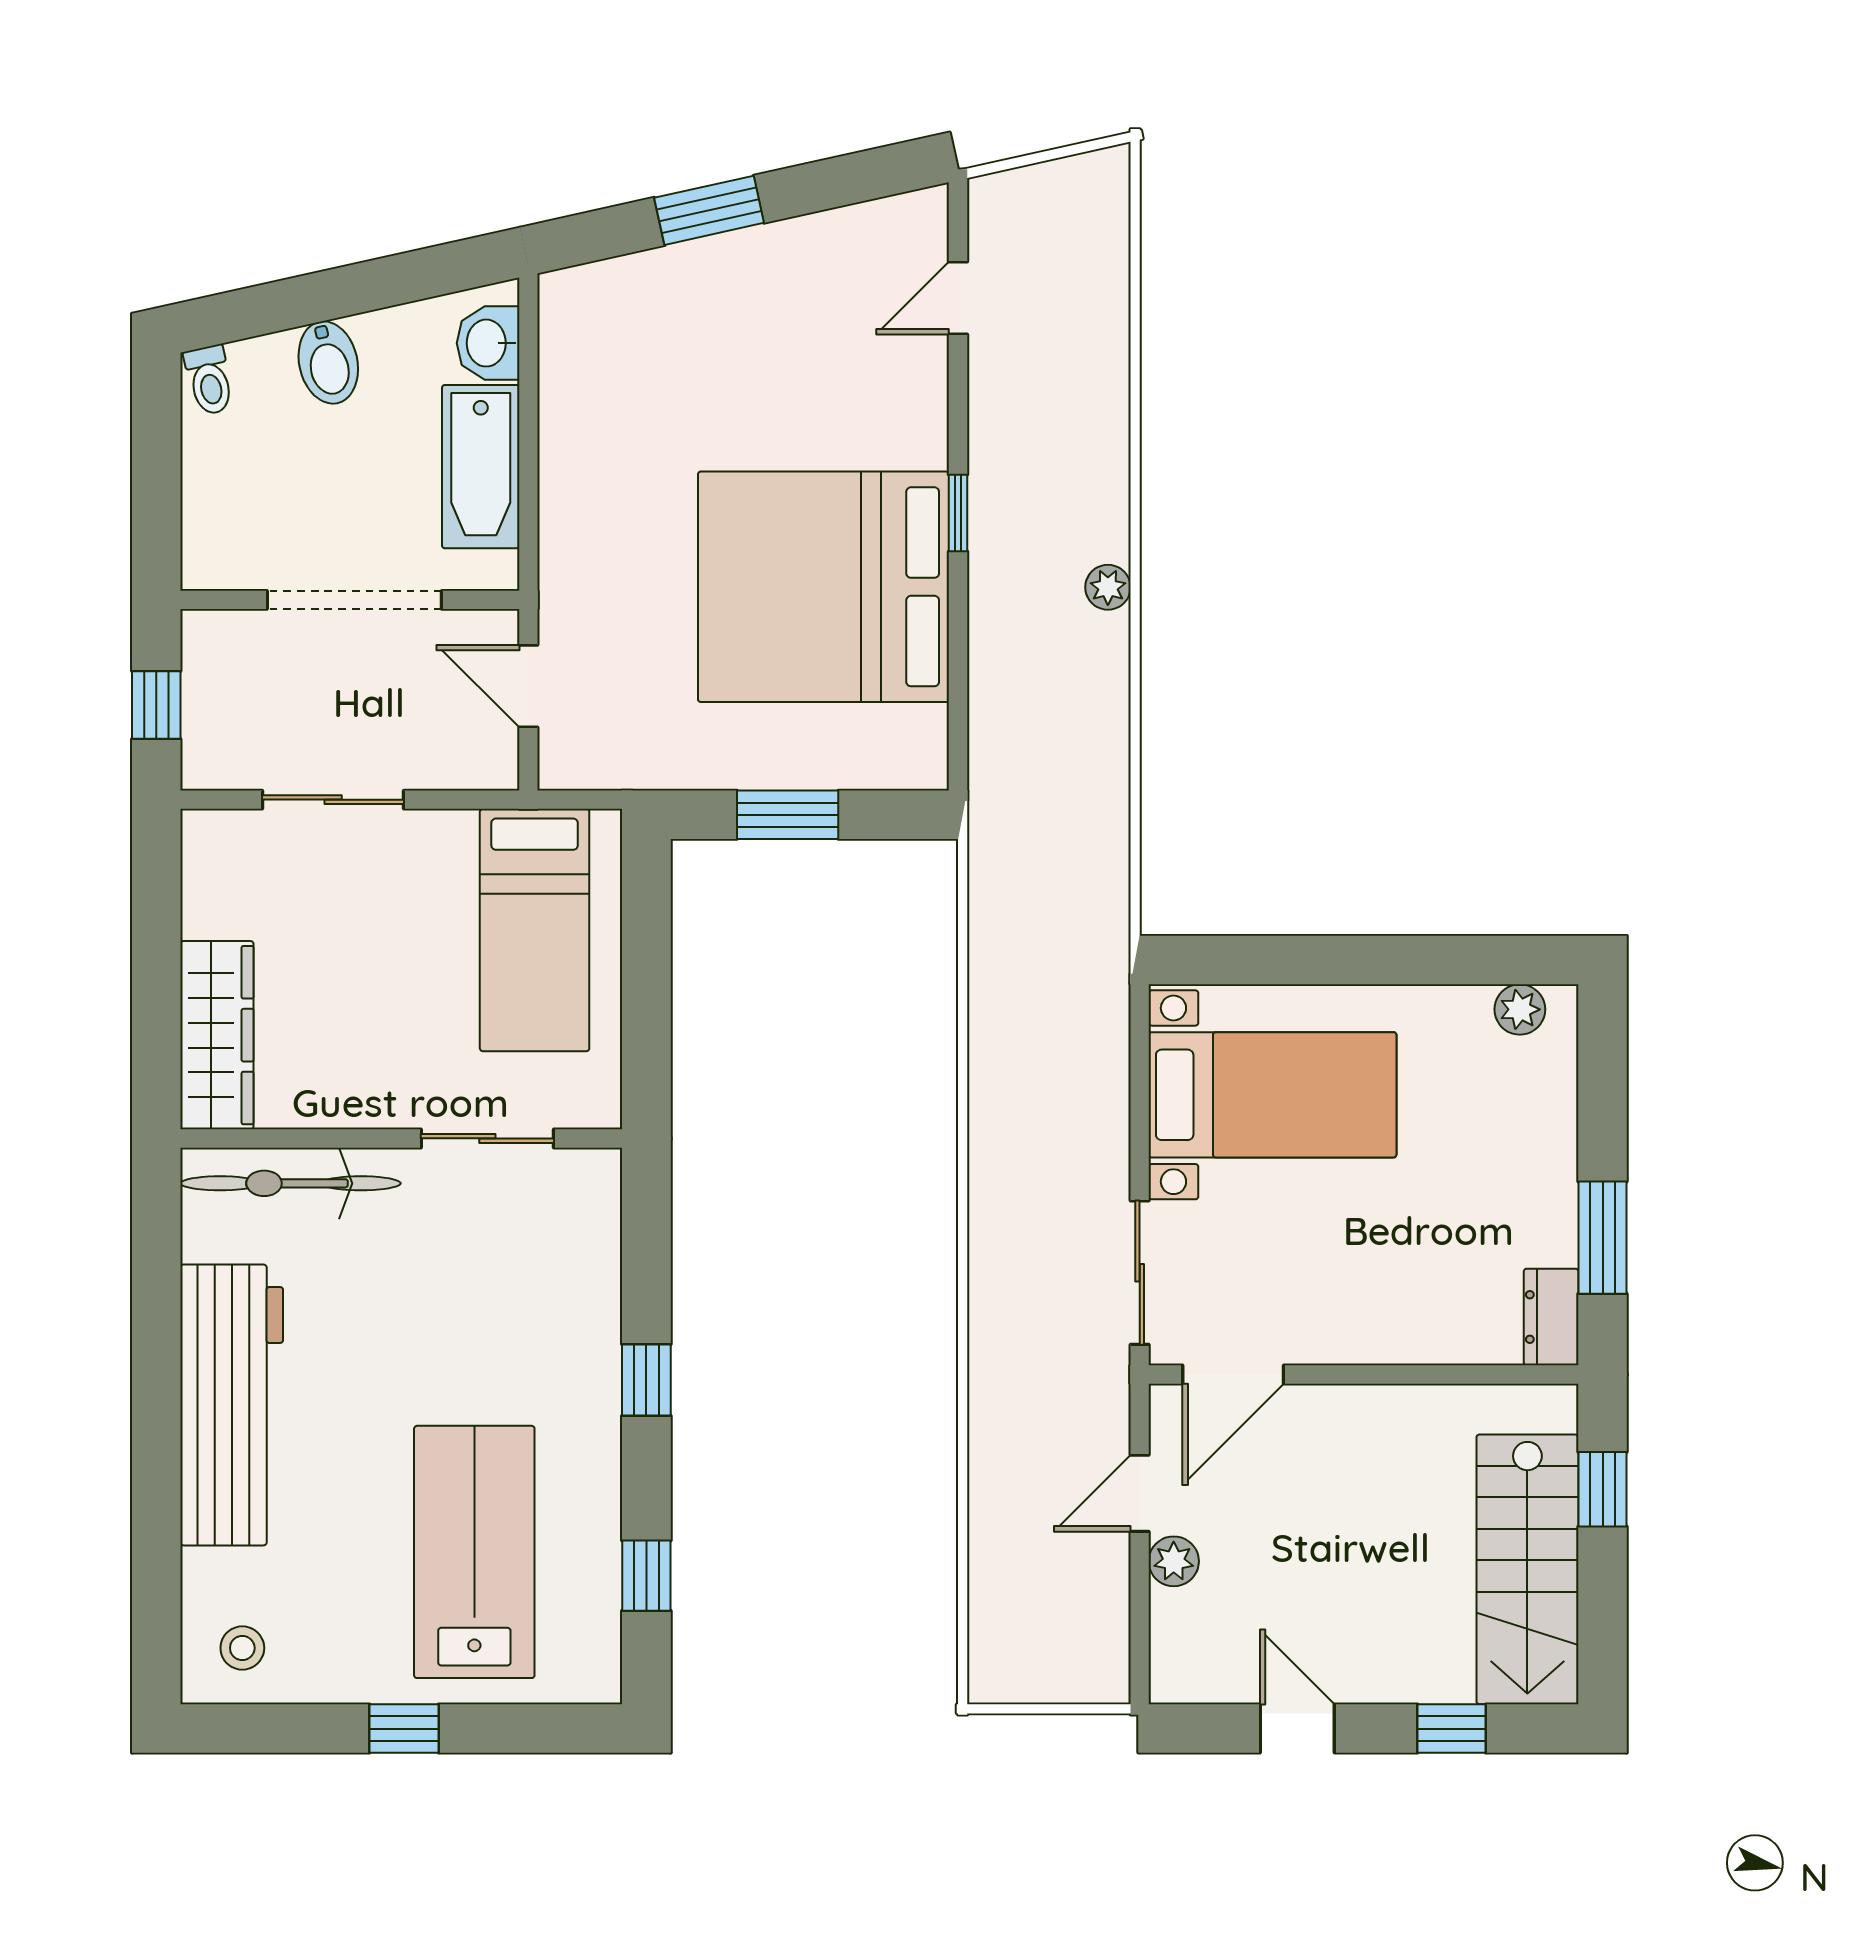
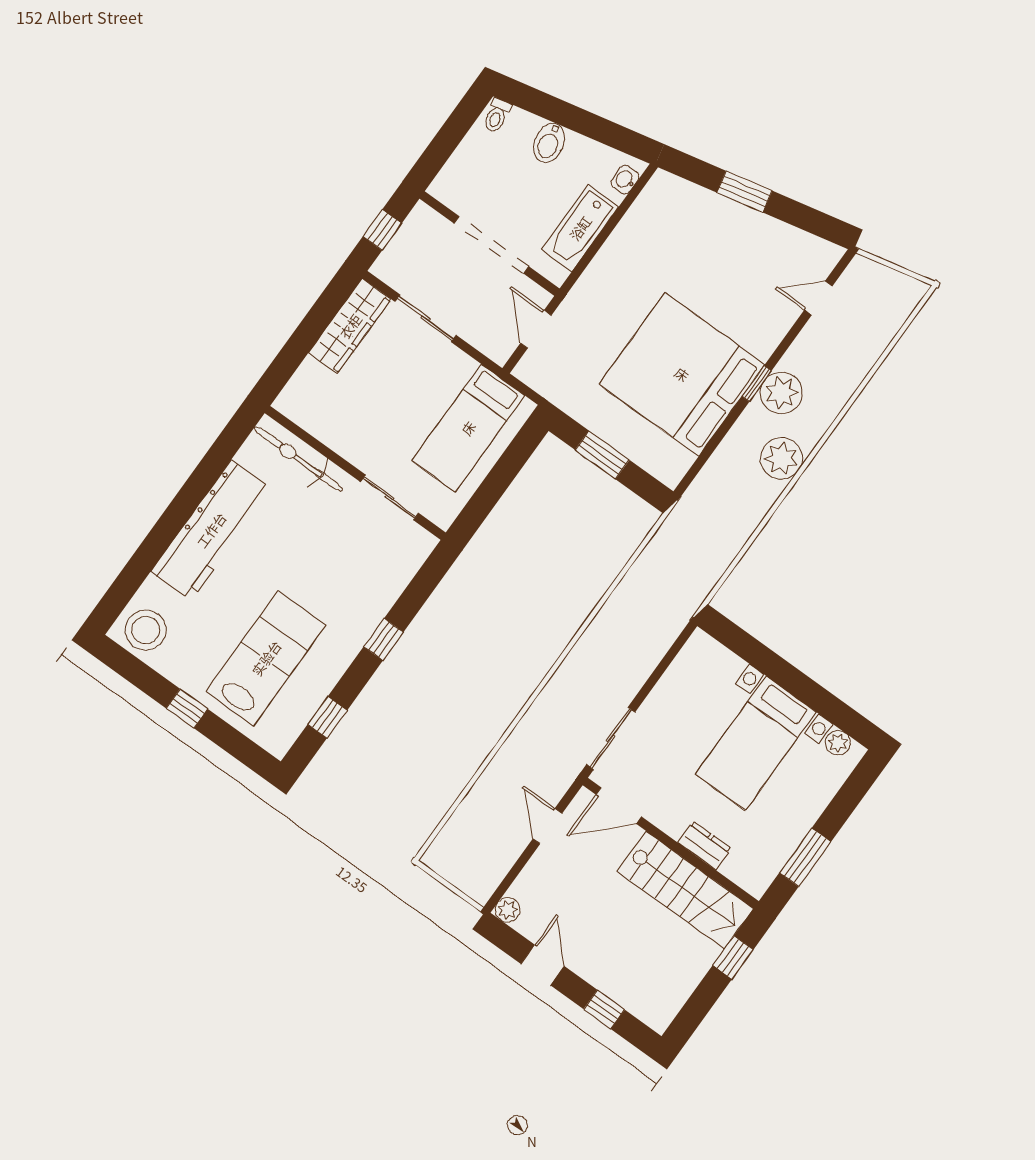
washbasin: (488, 343) -> (625, 180), width x0.72, depth x0.69
plant: (1010, 499) -> (781, 393), added
plant: (1108, 587) -> (781, 458), width x1.88, depth x1.88
wardrobe: (217, 1035) -> (350, 326), moved
bed with nightstands: (1272, 1095) -> (756, 743), moved, turned 90
dresser: (1551, 1317) -> (704, 845), moved, turned 90
door: (1140, 1493) -> (547, 826), hinge flipped
plant: (1174, 1561) -> (508, 910), moved
stairs: (1527, 1569) -> (685, 890), moved, turned -90
stool: (242, 1648) -> (146, 630), width x1.89, depth x1.89

